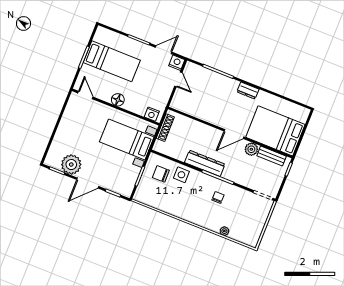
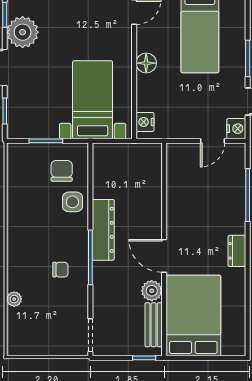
shoe rack: (165, 128) -> (133, 150), removed

